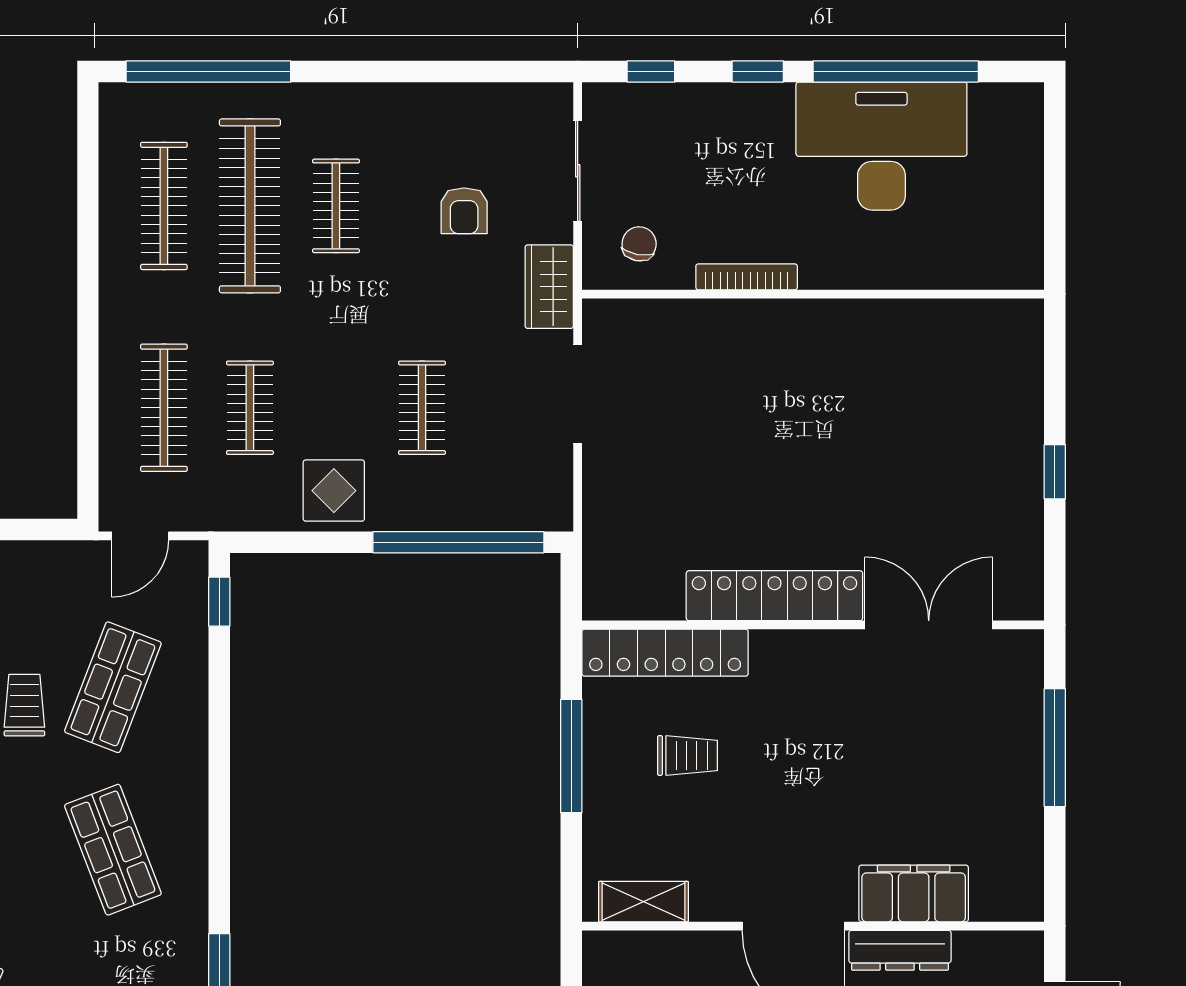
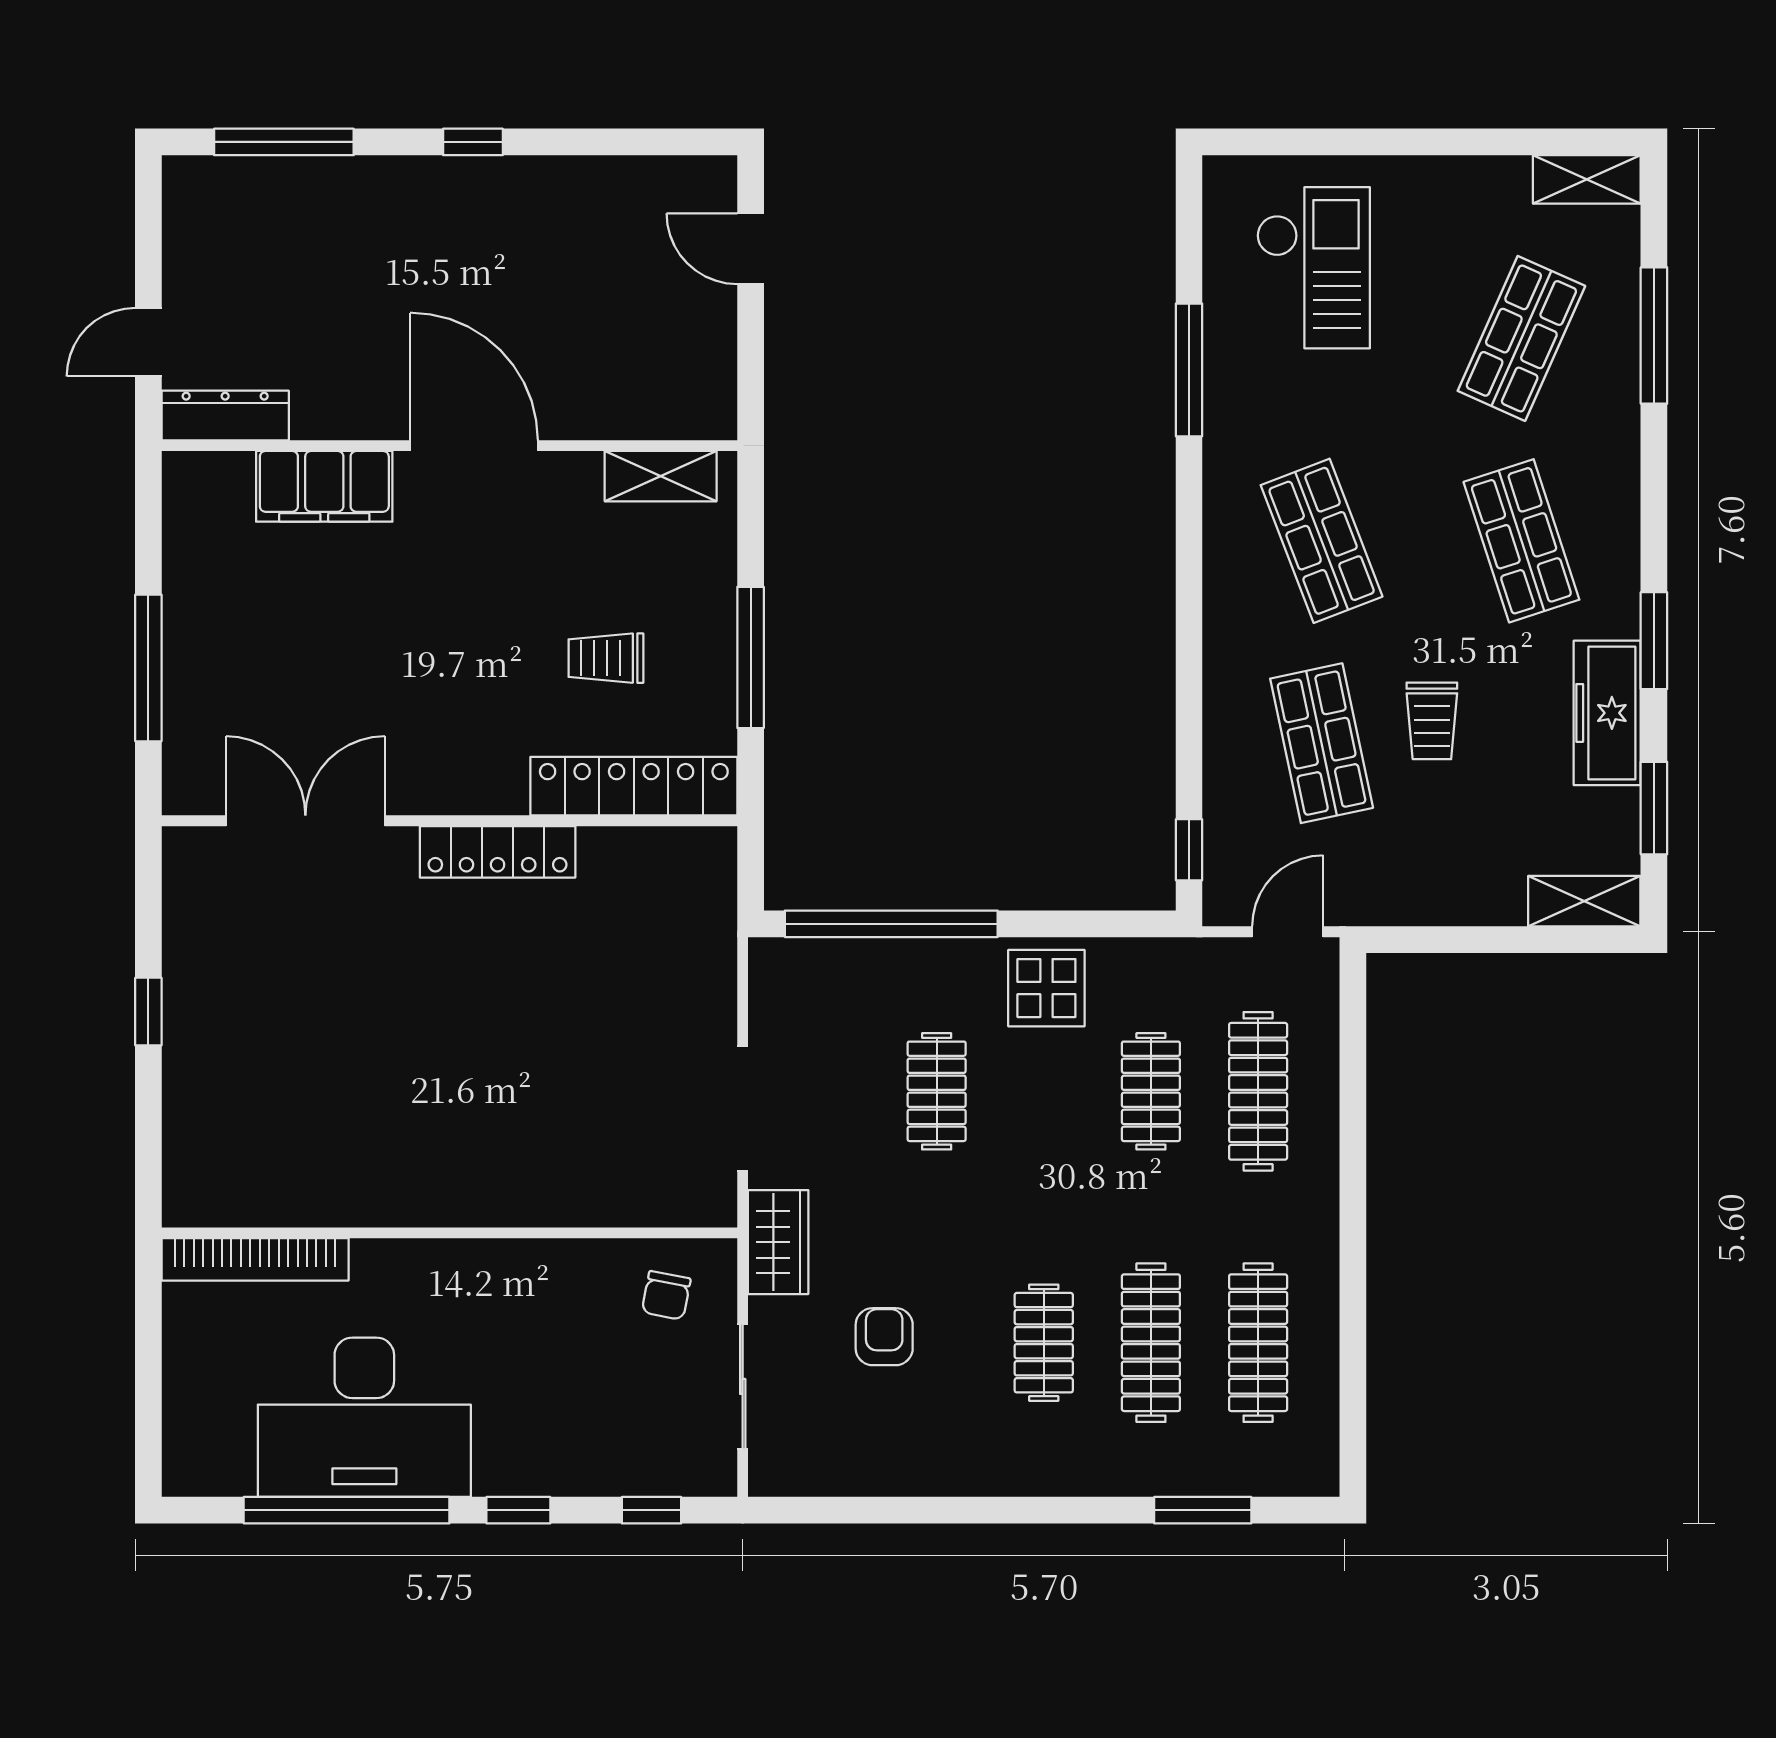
window: (208, 71) -> (1203, 1510), width x0.47
clothes rail: (250, 206) -> (1151, 1343), width x0.73, depth x0.76
bookcase: (747, 277) -> (255, 1259), moved, width x1.48, depth x1.31
locker: (774, 596) -> (498, 852), width x0.71, depth x0.83
double door: (929, 625) -> (305, 821), swing flipped
shop shelf: (113, 687) -> (1322, 743), turned -33
dresser: (900, 950) -> (225, 416), moved

